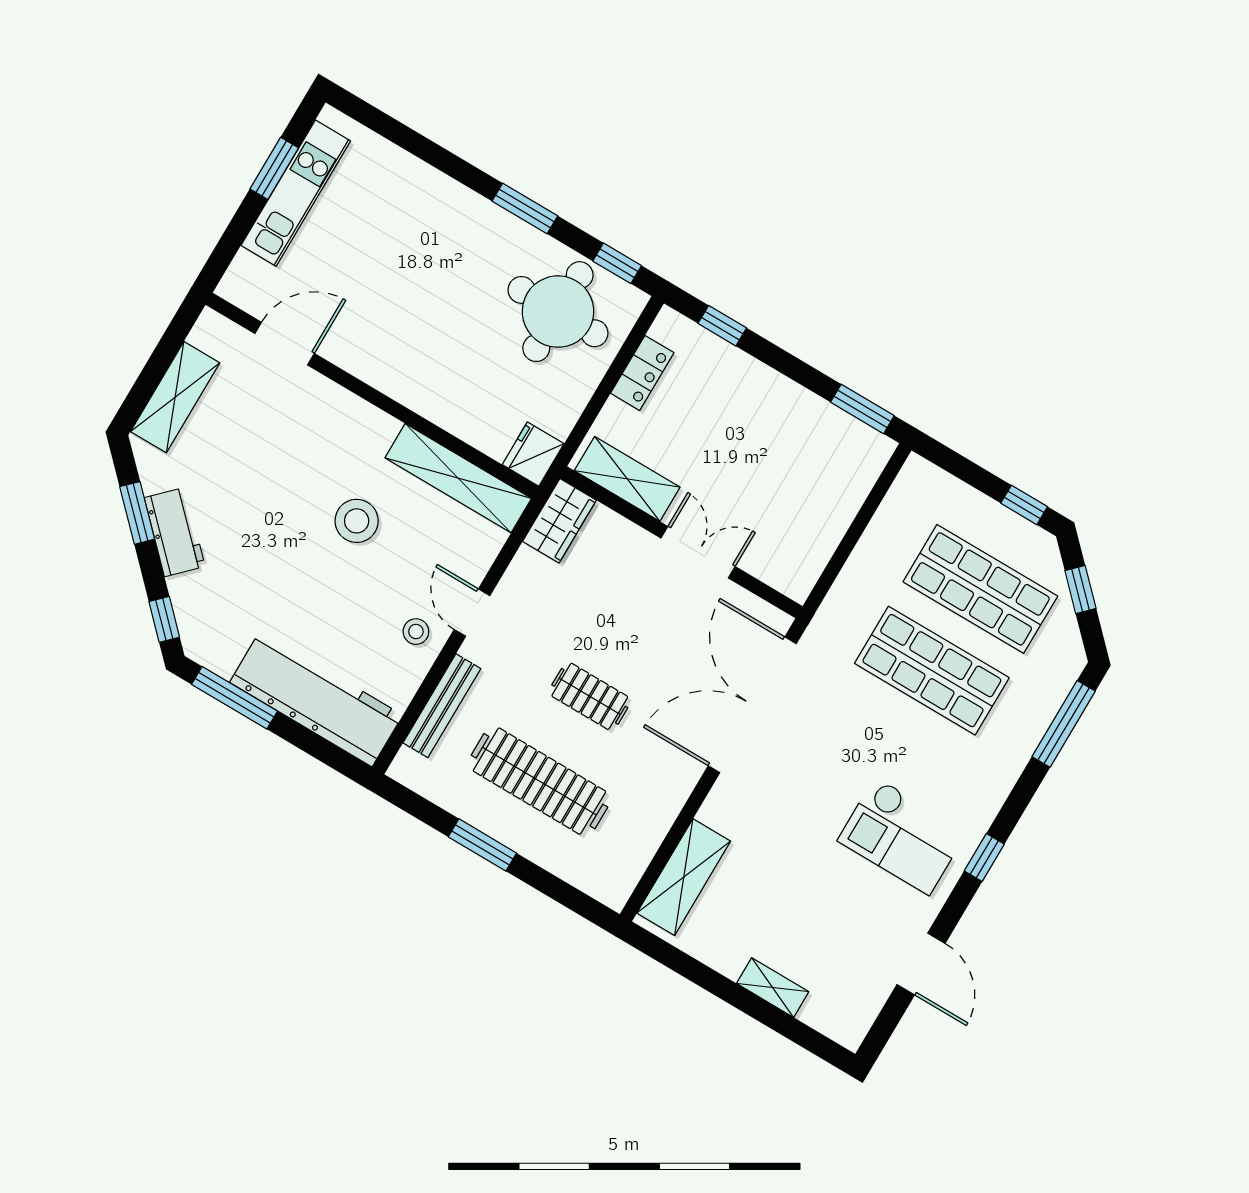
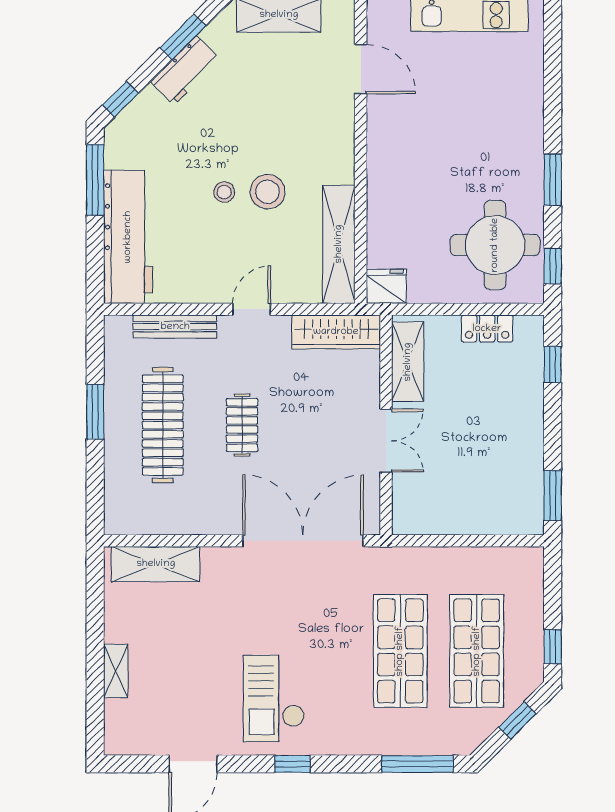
wardrobe: (559, 521) -> (336, 332), width x1.50
stool: (416, 632) -> (224, 192), moved

